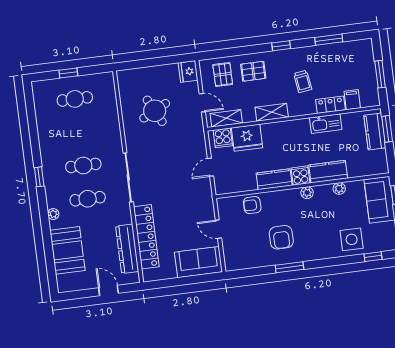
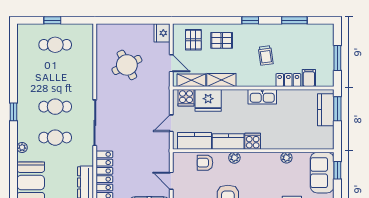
shelving: (272, 112) -> (221, 80), moved
kitchen sink: (326, 124) -> (262, 97), moved
kitchen counter: (328, 172) -> (194, 141), moved
plant: (307, 193) -> (234, 158), moved

